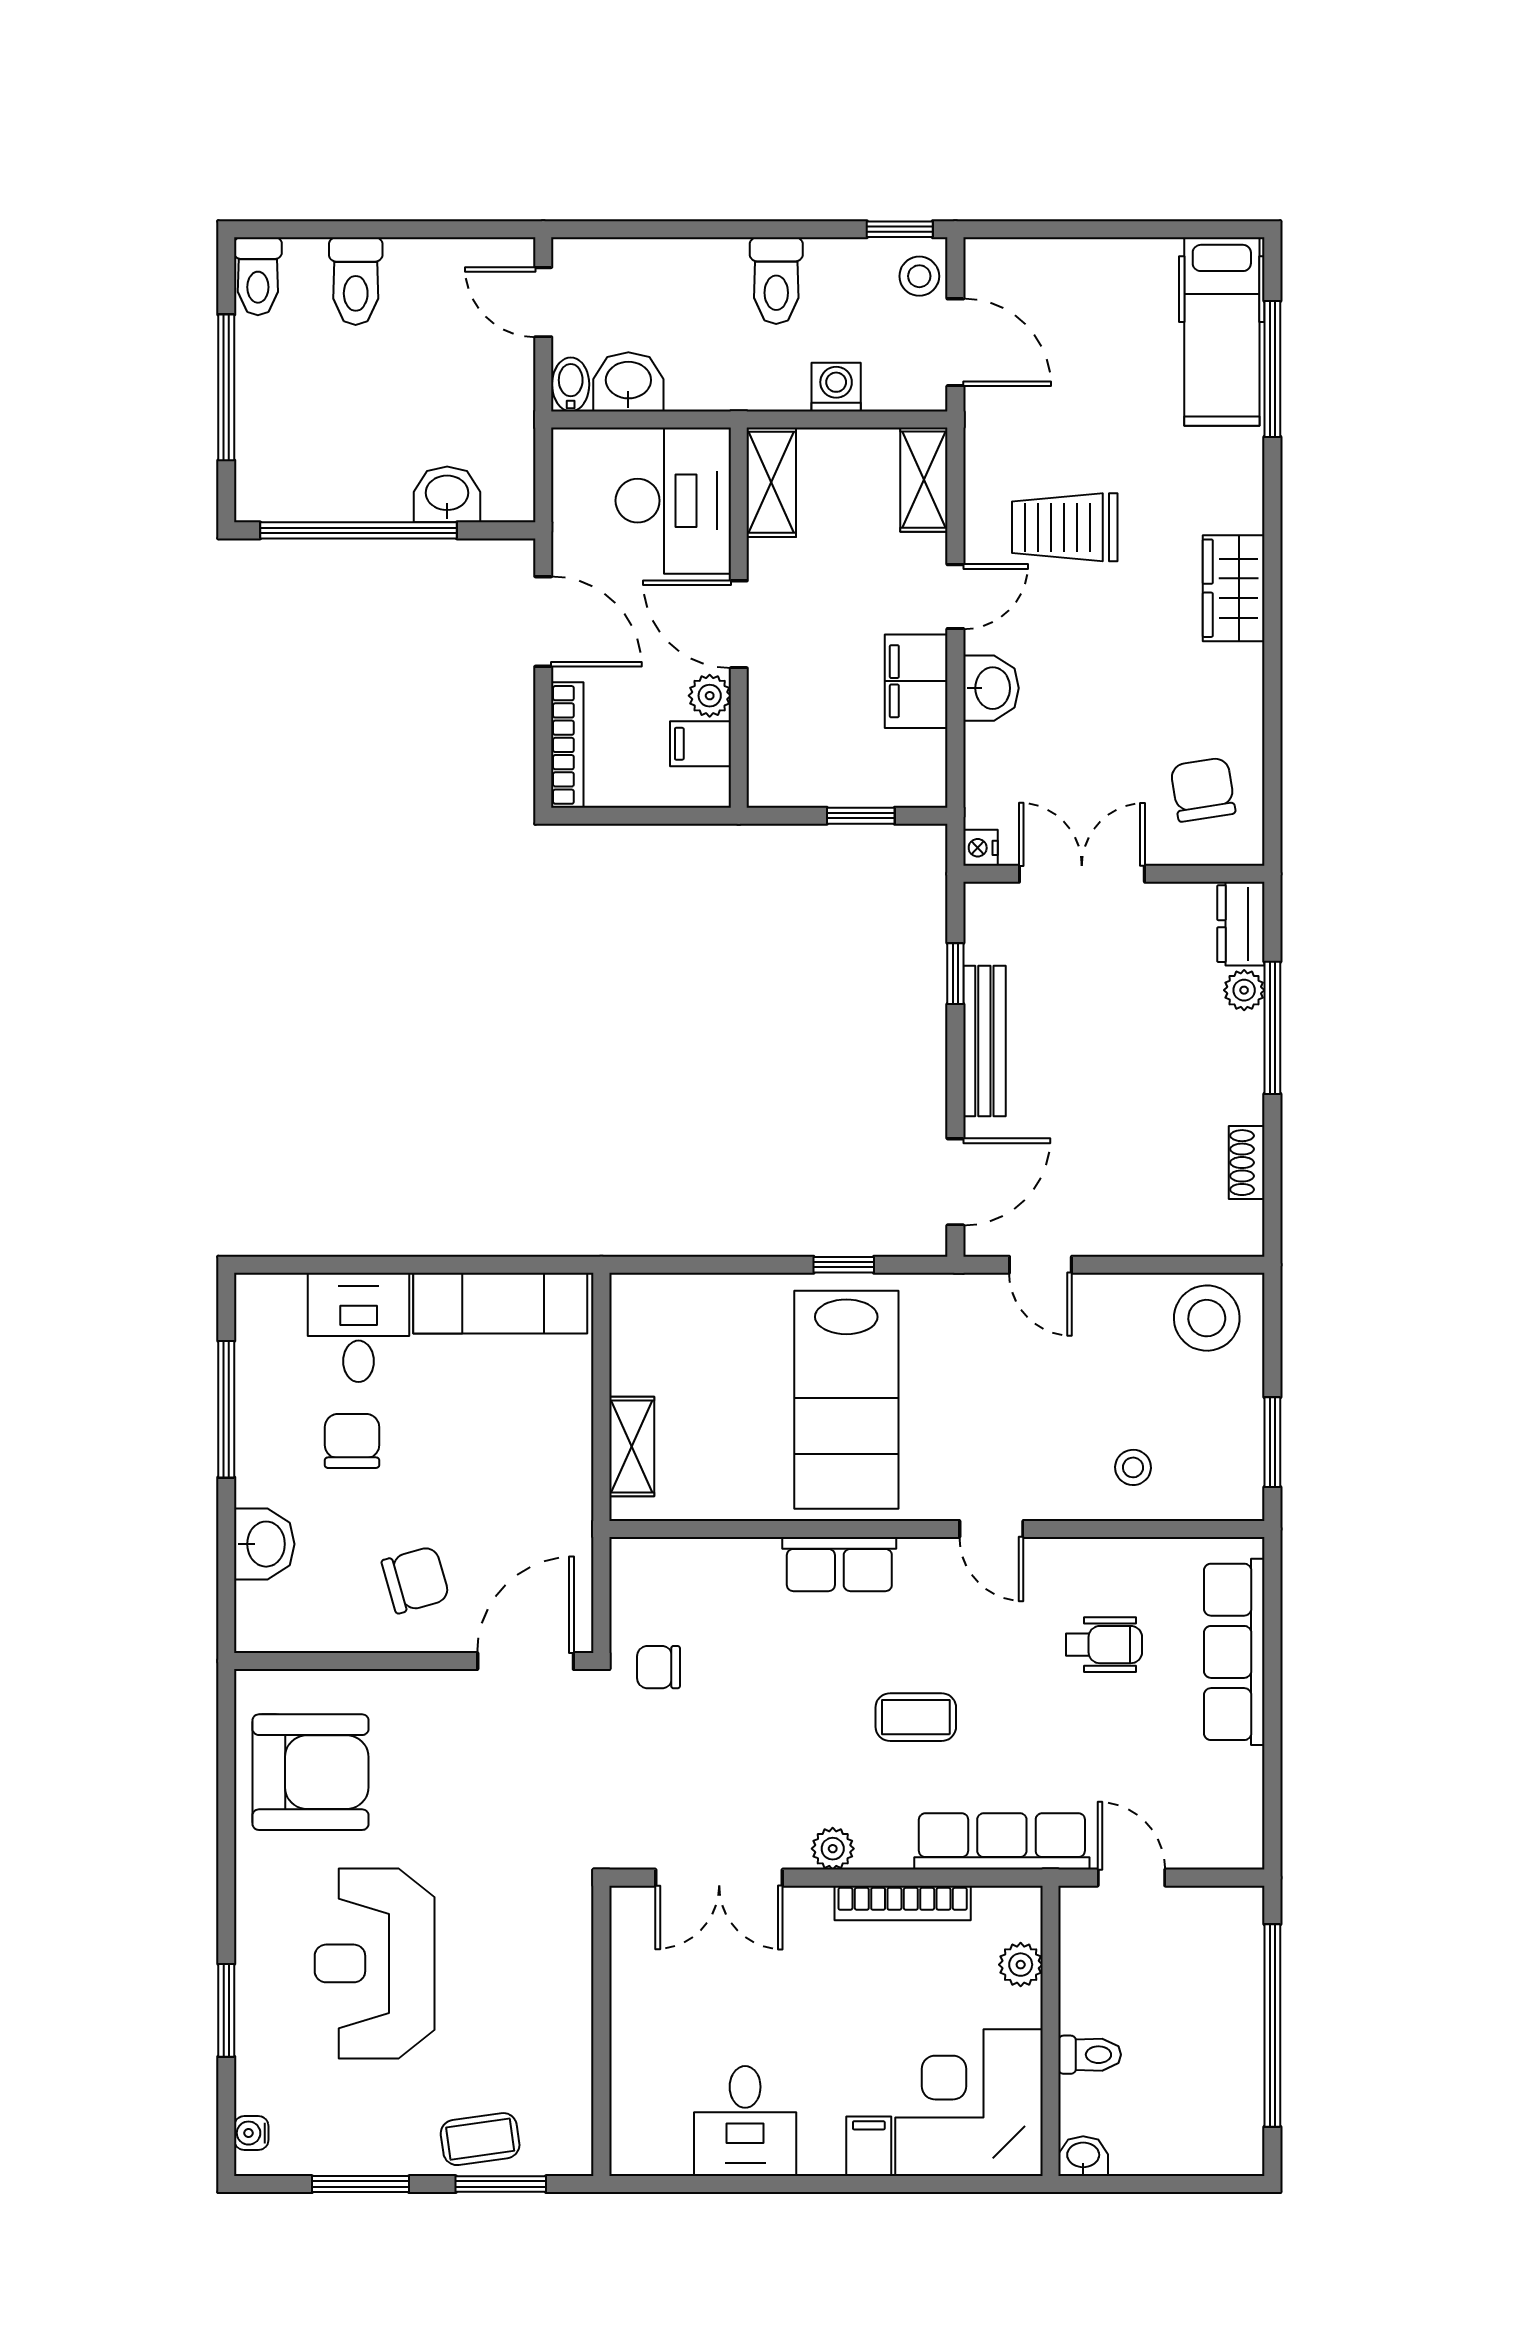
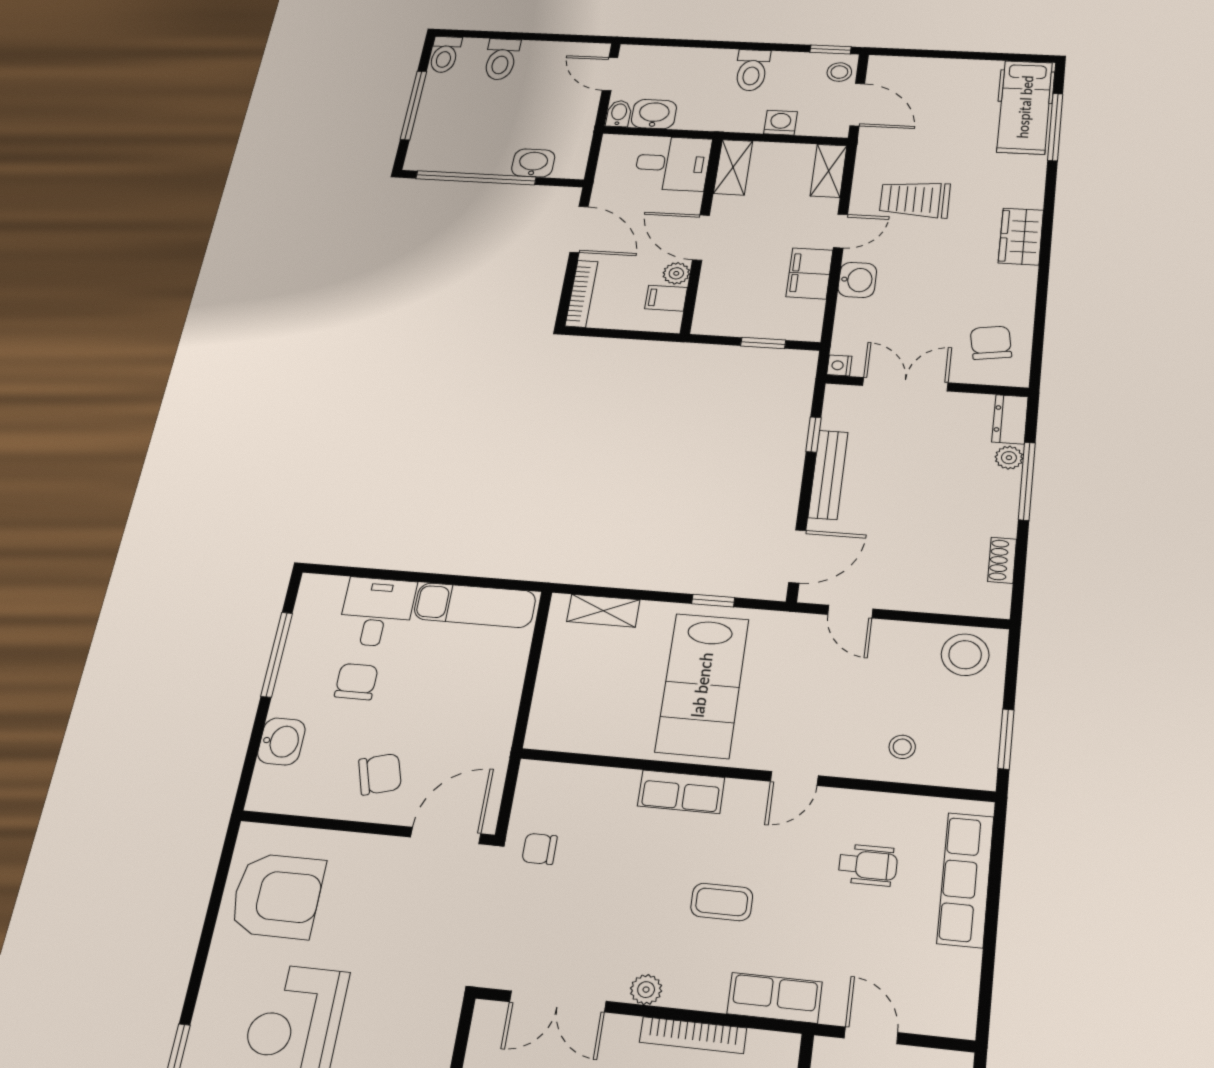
desk: (673, 501) -> (673, 163), width x0.73
shelving: (632, 1446) -> (603, 611), moved, turned 90
door: (991, 1529) -> (794, 778), hinge flipped
row of seats: (1002, 1841) -> (775, 998), width x0.68

